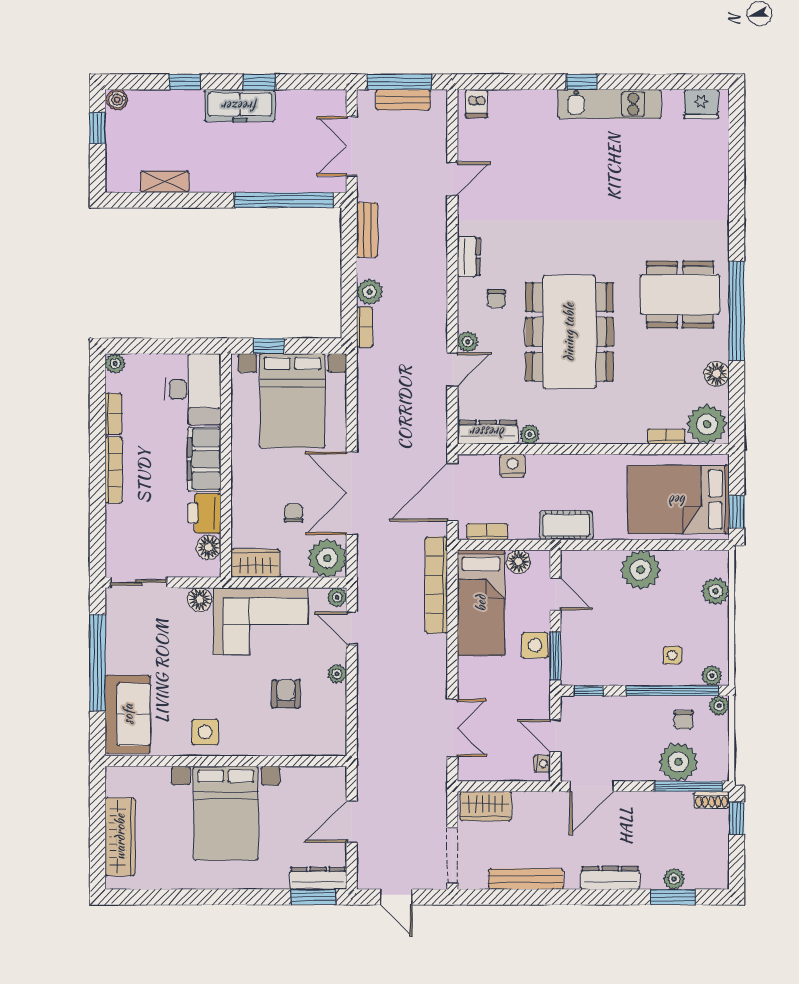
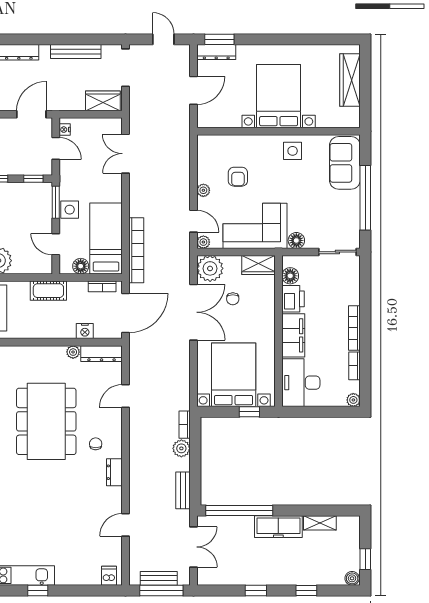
freezer: (240, 106) -> (278, 527), moved, turned 180
plant: (468, 342) -> (115, 415), removed

